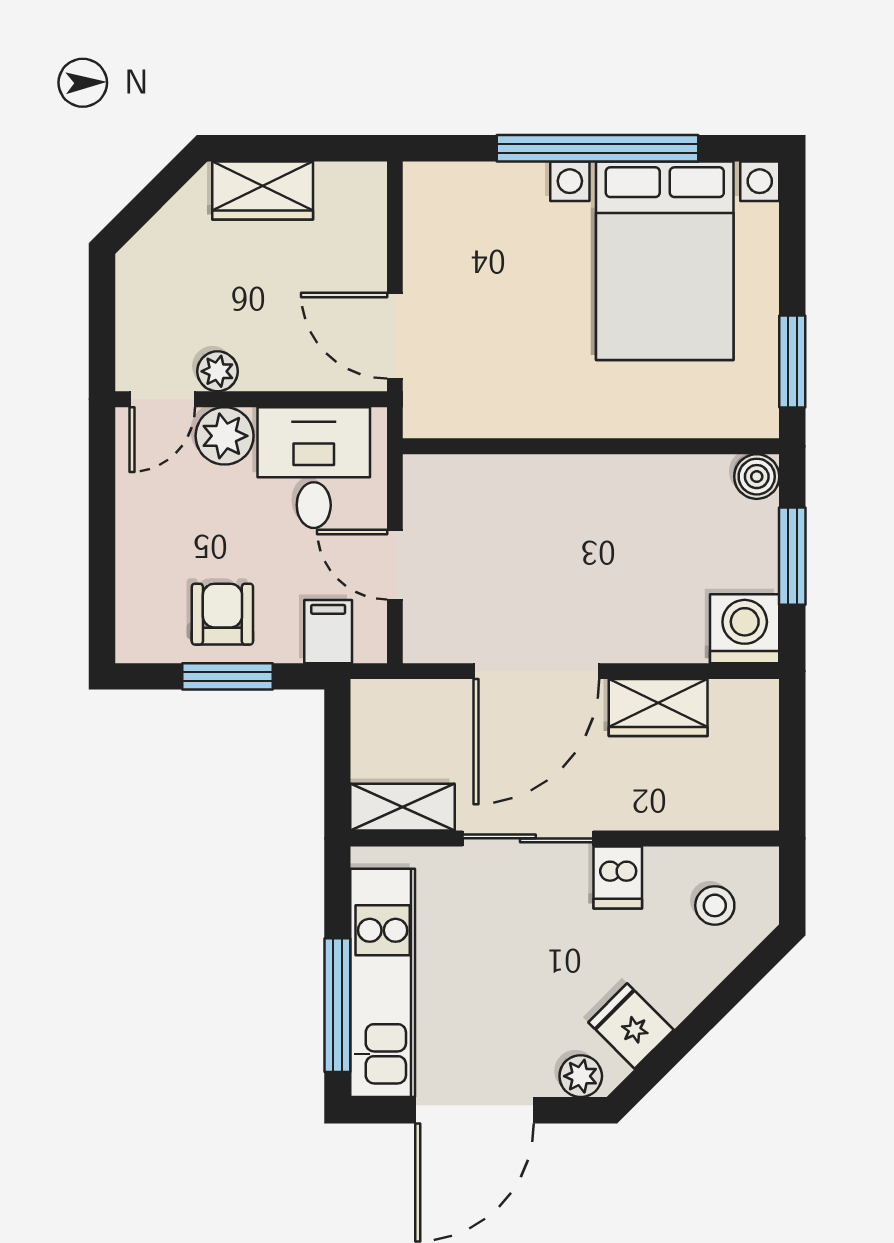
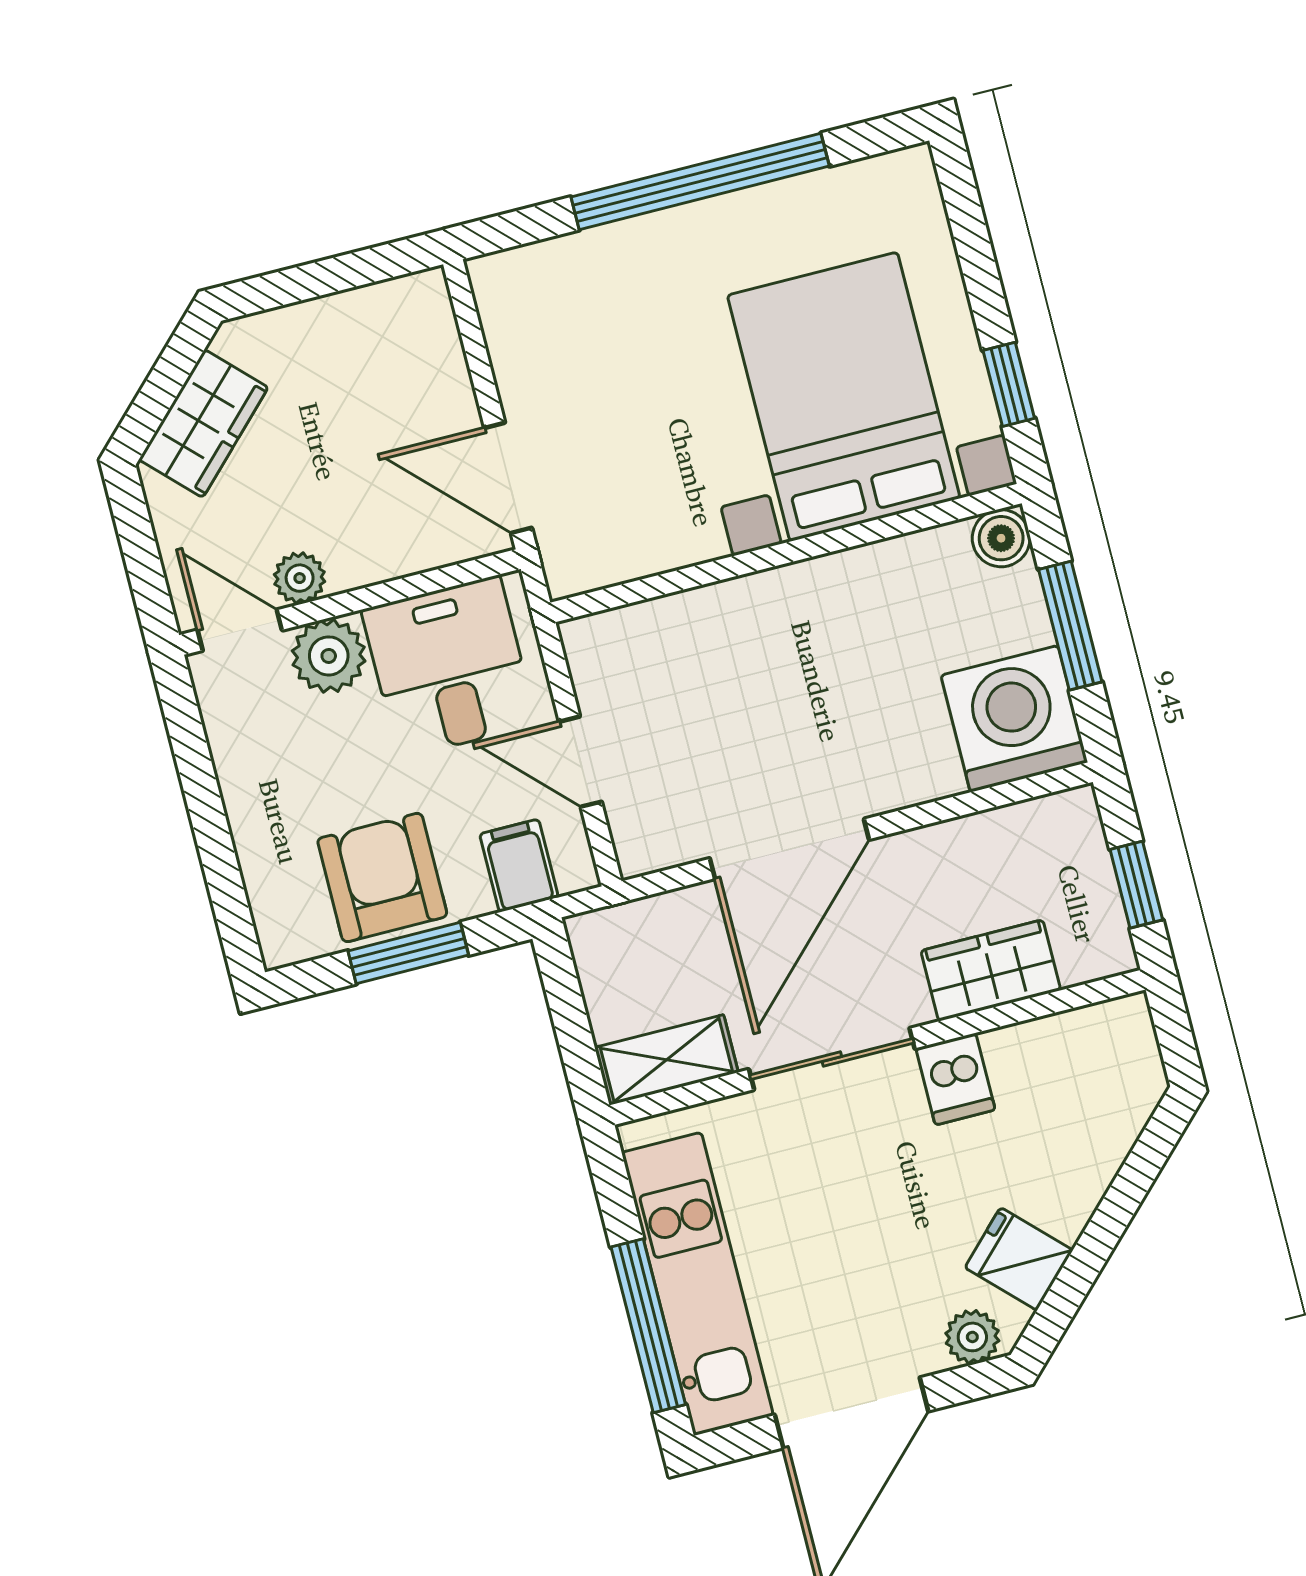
wardrobe: (263, 190) -> (203, 424), moved, turned -45
bed with nightstands: (665, 261) -> (844, 397), moved, turned 180
window: (792, 361) -> (1009, 384), width x0.67
door: (162, 399) -> (240, 630), swing flipped
armchair: (222, 614) -> (382, 878), width x1.38, depth x1.38
washing machine: (745, 629) -> (1014, 719), width x1.37, depth x1.37
wardrobe: (658, 708) -> (991, 970), moved, turned 180
window: (792, 765) -> (1136, 885), added
stool: (715, 905) -> (1085, 1083), removed

